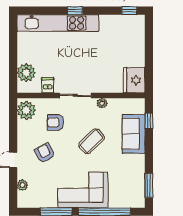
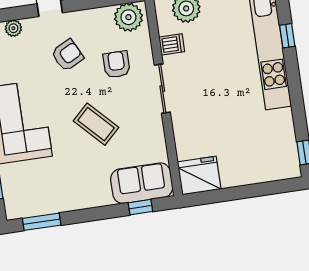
window: (75, 11) -> (287, 36), moved
plant: (102, 103) -> (157, 131), removed
sofa: (134, 134) -> (142, 183), moved

